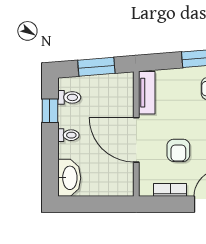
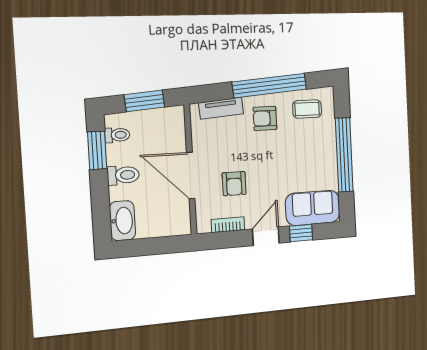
tv unit: (147, 93) -> (221, 108), moved, turned 85
window: (50, 111) -> (97, 150), width x1.50
toilet: (68, 135) -> (123, 175), width x1.37, depth x1.39

